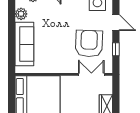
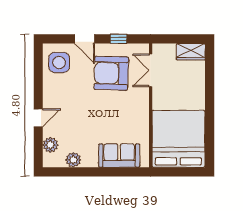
door: (116, 23) -> (85, 39), swing flipped
sofa: (24, 44) -> (119, 156), width x0.73

